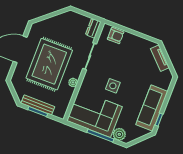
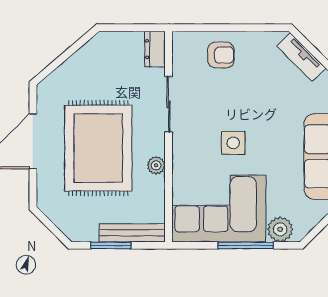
armchair: (116, 36) -> (221, 55), moved
bench: (38, 105) -> (132, 233), moved

